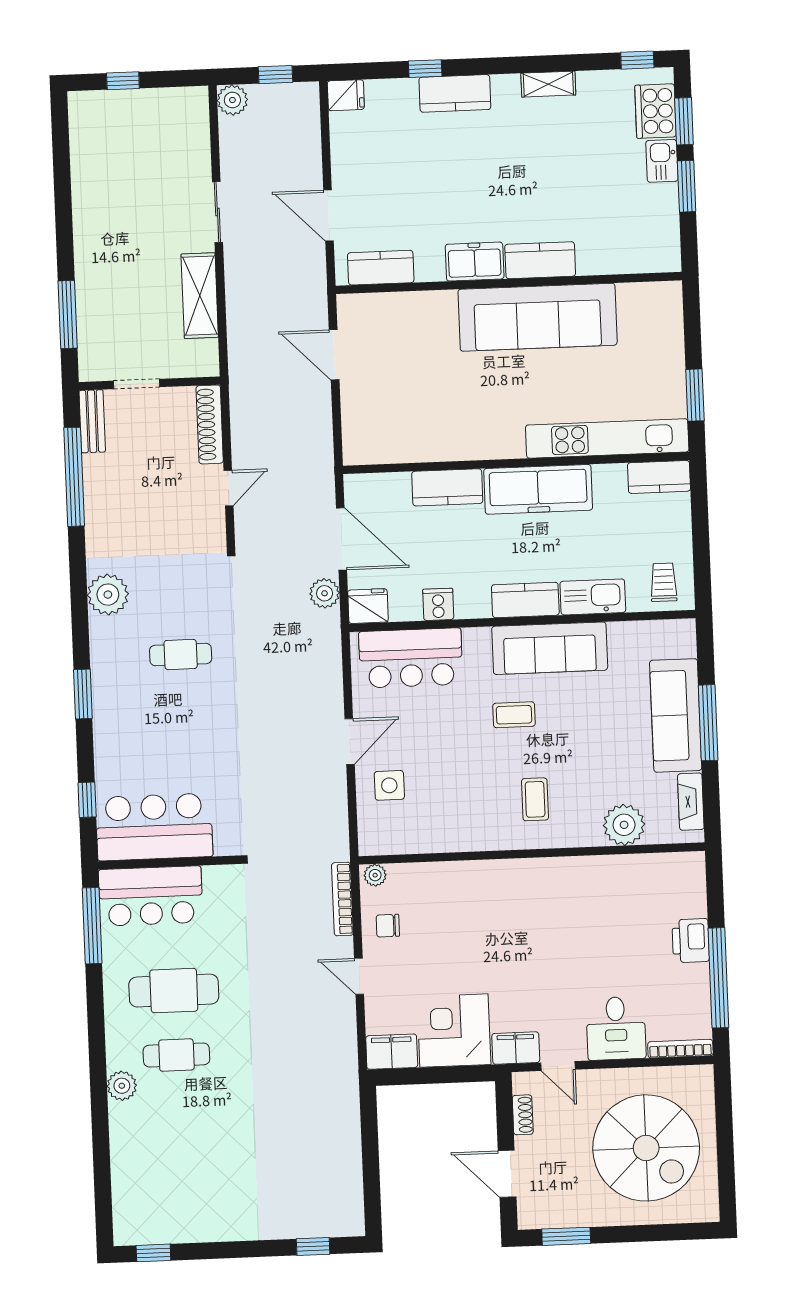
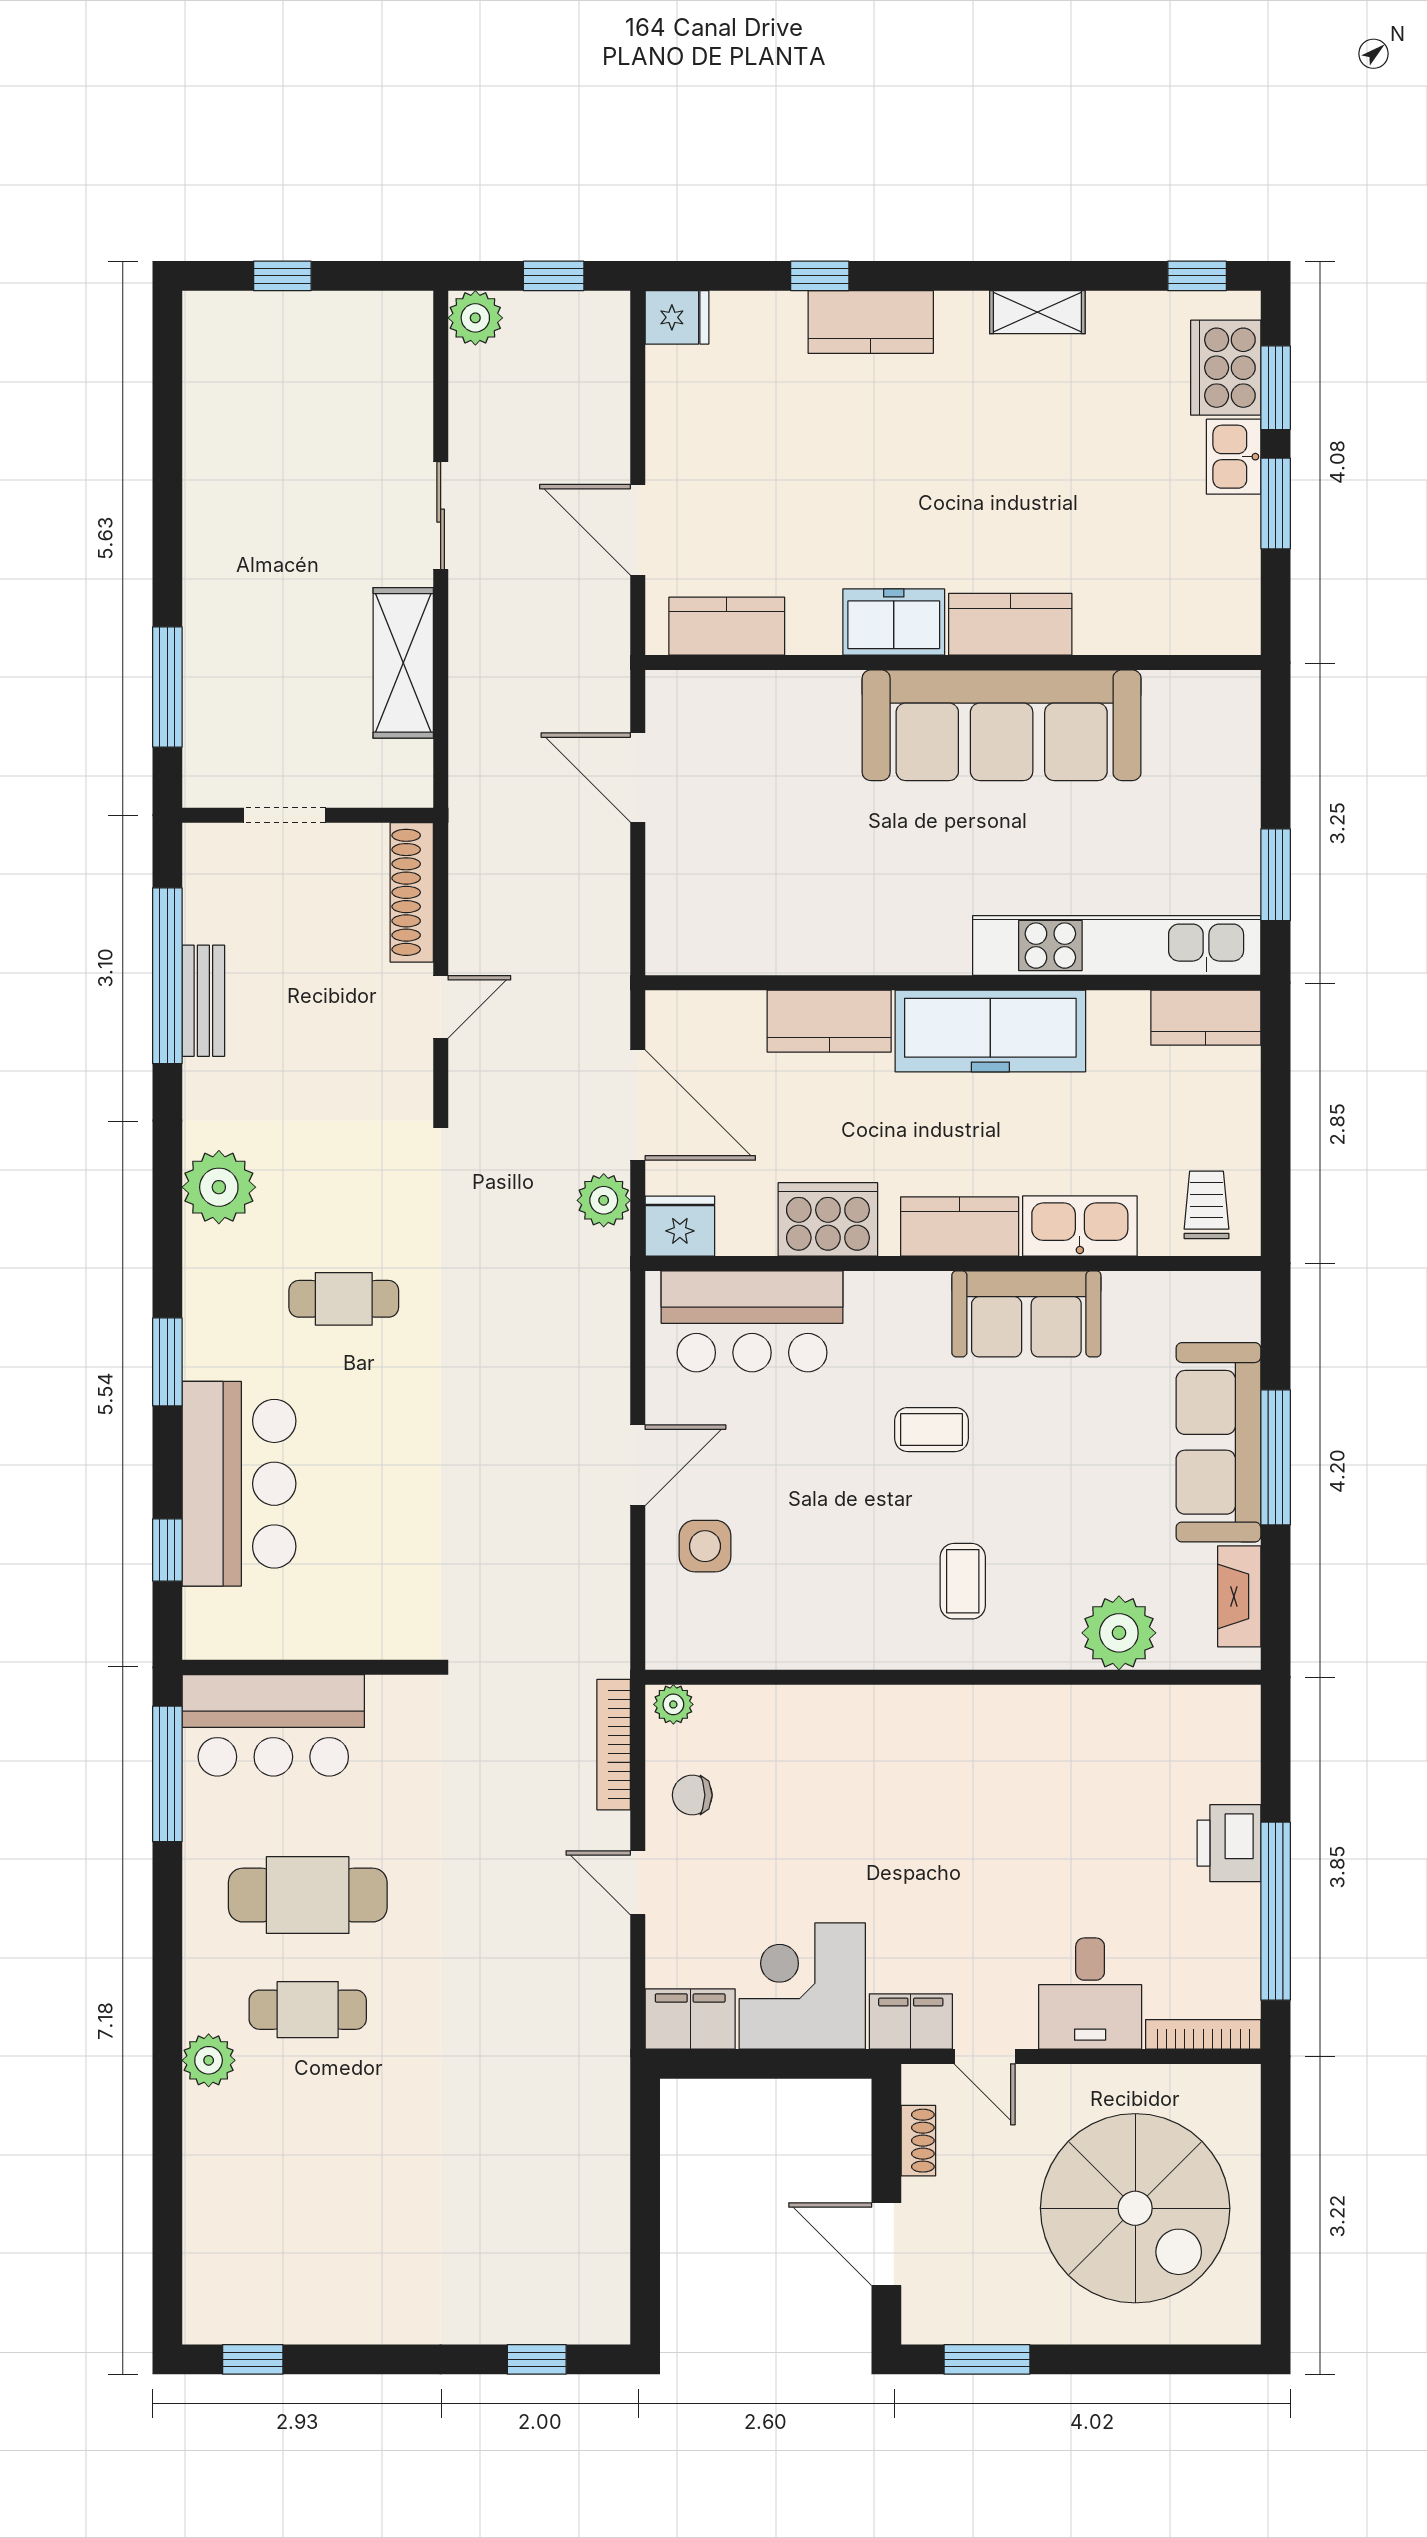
bench: (92, 421) -> (203, 1001), moved
cooker: (438, 604) -> (828, 1219), width x1.87, depth x1.31
sofa: (550, 648) -> (1026, 1314), width x0.73
bar counter: (154, 827) -> (239, 1484), moved, turned 90

